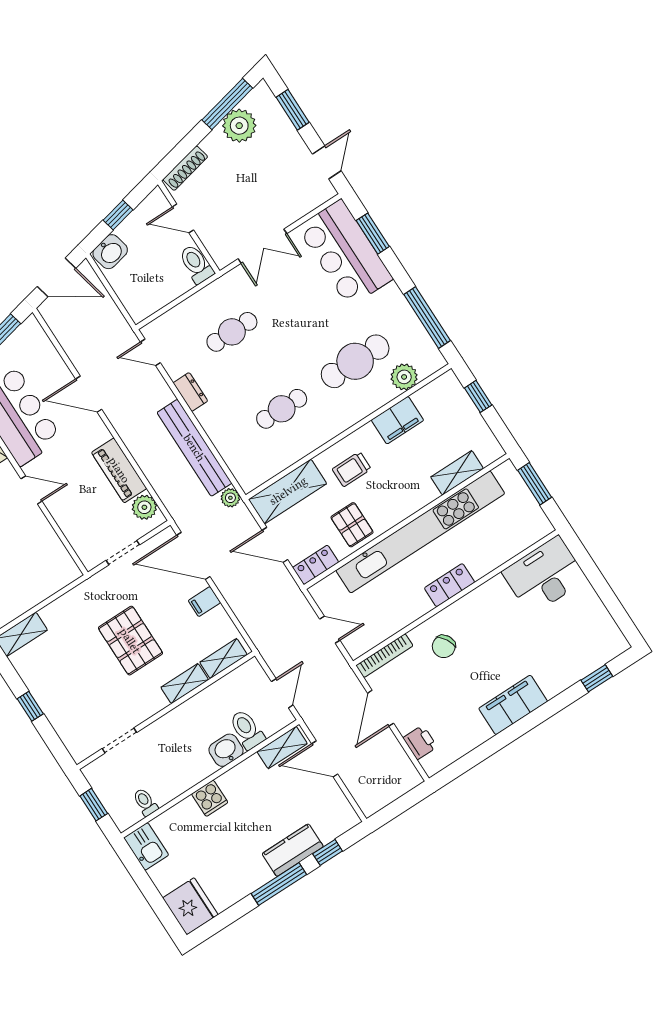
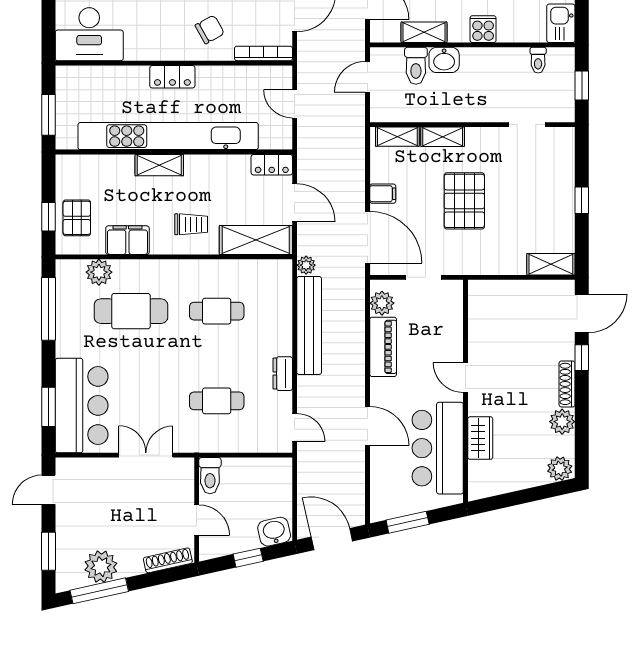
shelving: (457, 473) -> (159, 165), moved
pallet: (352, 525) -> (77, 218), moved
shelving: (282, 747) -> (424, 32), moved

